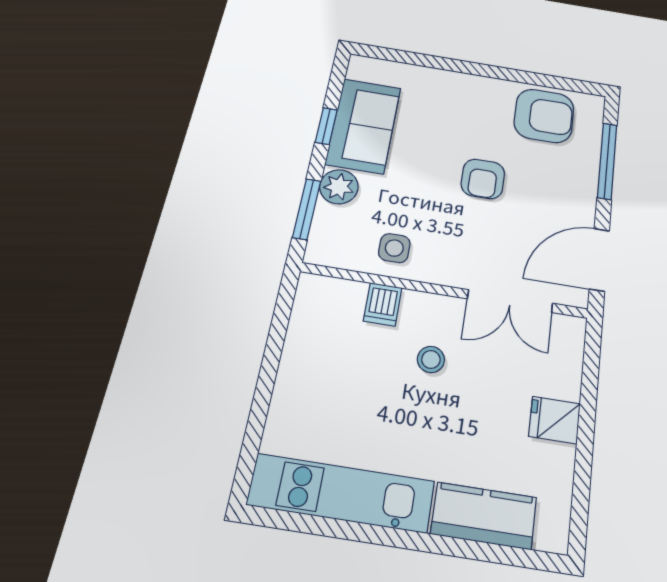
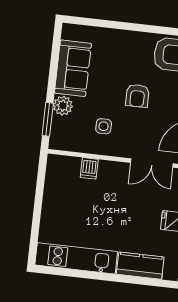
window: (326, 126) -> (53, 70), removed
side table: (394, 248) -> (104, 126), moved
stool: (431, 359) -> (114, 195), removed

